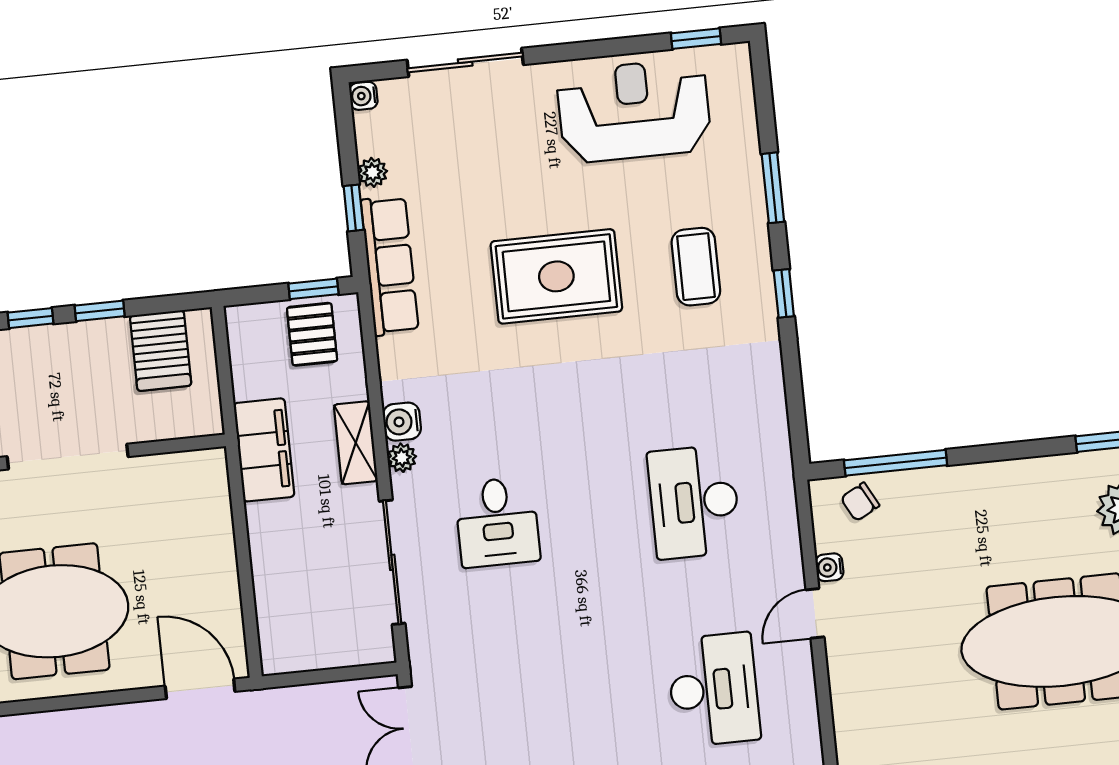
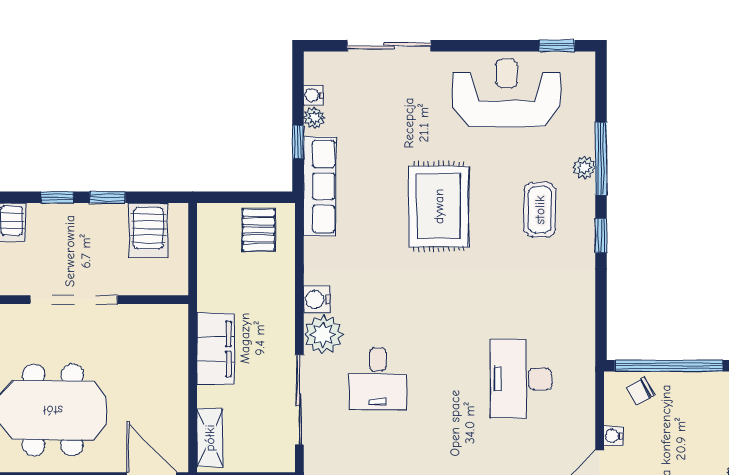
water cooler: (363, 96) -> (313, 95), moved
window: (773, 188) -> (601, 159), width x1.44
plant: (751, 202) -> (584, 167), added
rug: (556, 276) -> (439, 206), turned 90
window: (313, 289) -> (263, 197), removed
shelving: (356, 443) -> (210, 438), moved
filing cabinet: (264, 450) -> (215, 349), moved
plant: (402, 458) -> (323, 334), width x1.88, depth x1.88
window: (896, 463) -> (669, 366), width x1.46

